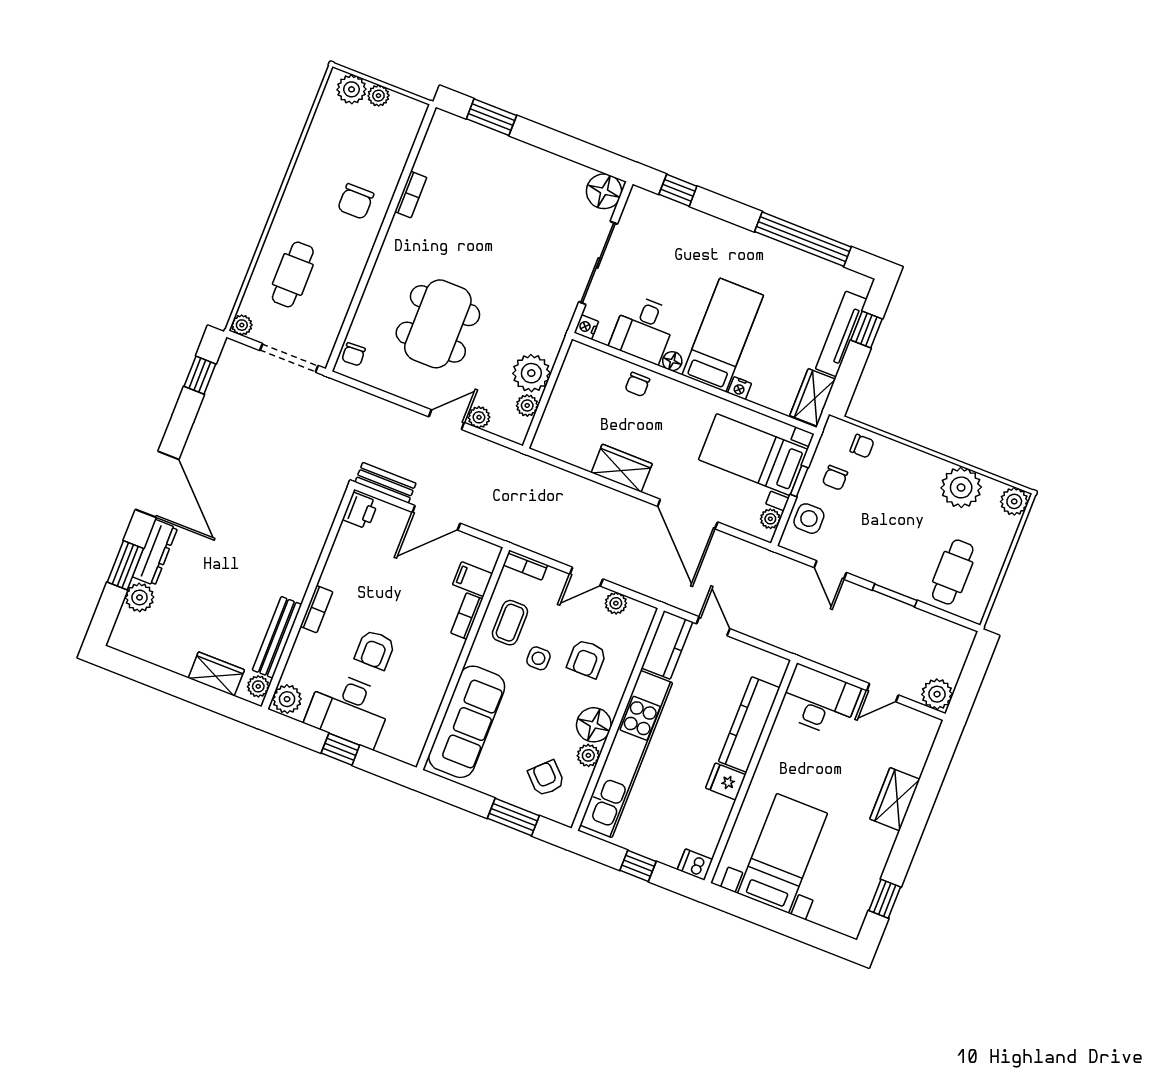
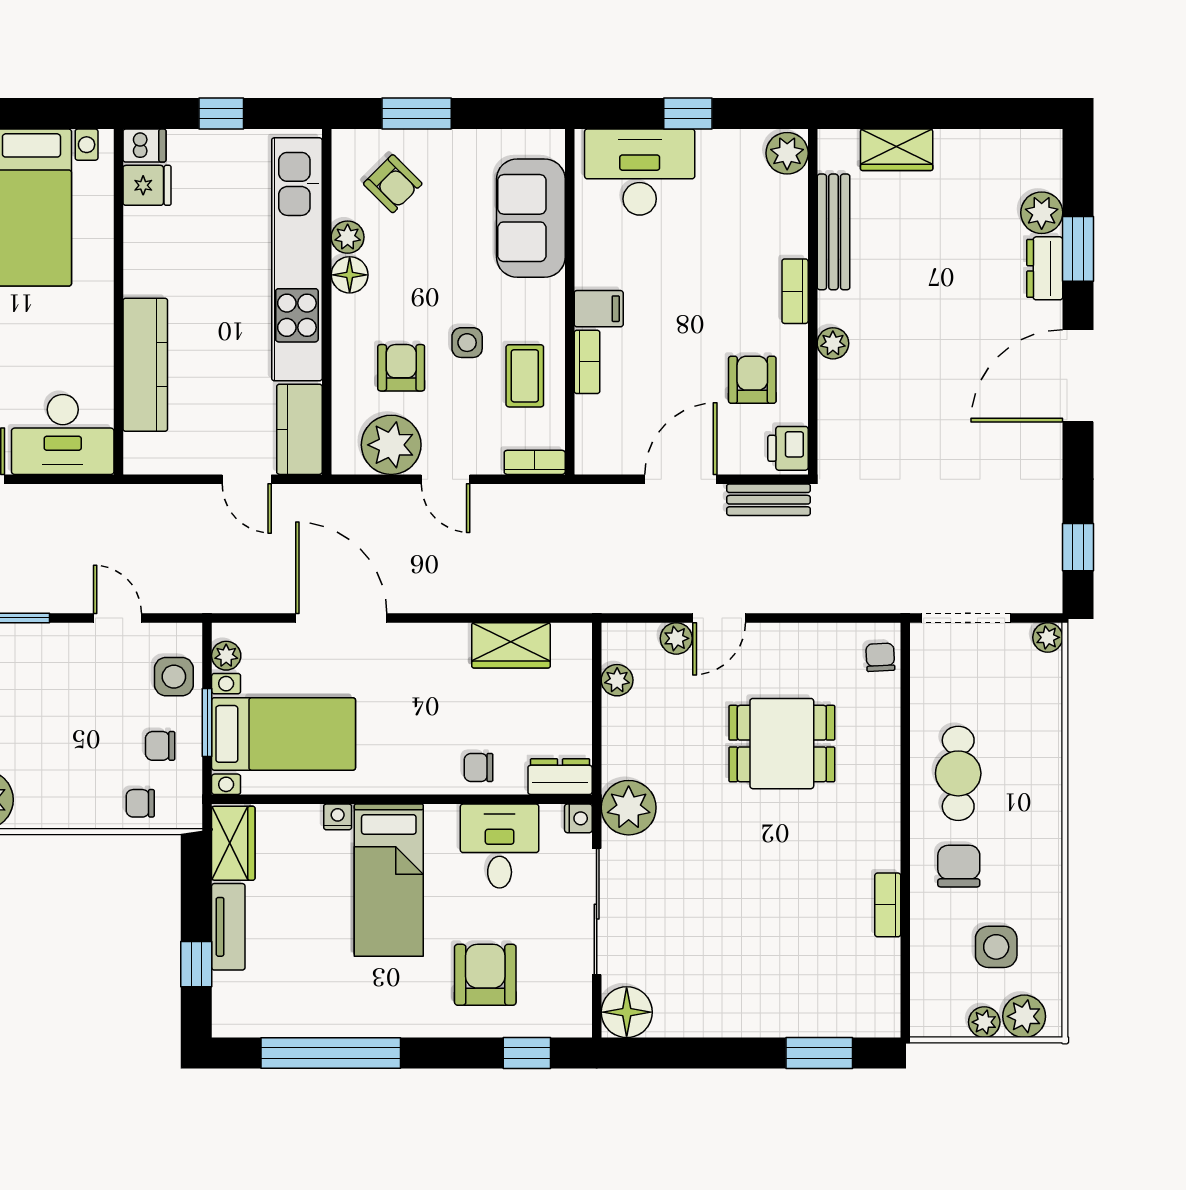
side table: (352, 141) -> (996, 947), added
armchair: (685, 251) -> (485, 975), added
cafe table: (293, 274) -> (958, 773), moved
dining table: (438, 324) -> (782, 744), width x0.73
tv unit: (841, 334) -> (228, 927), width x0.71
dresser: (588, 358) -> (560, 777), added
floor lamp: (672, 361) -> (444, 818), removed
plant: (531, 373) -> (629, 808), moved
chair: (637, 384) -> (478, 767), turned -90
wardrobe: (622, 468) -> (511, 645), moved
chair: (835, 478) -> (160, 746), turned -90
window: (799, 481) -> (207, 722), width x1.50
door: (157, 484) -> (1078, 376), hinge flipped
dresser: (155, 552) -> (1045, 268), width x0.70
door: (586, 577) -> (446, 479), swing flipped
filing cabinet: (473, 579) -> (599, 309), moved
plant: (616, 603) -> (391, 445), width x1.87, depth x1.87
armchair: (375, 650) -> (752, 380), moved
plant: (258, 686) -> (833, 343), moved
desk: (349, 709) -> (640, 172), moved
sofa: (467, 722) -> (531, 218), width x0.73
floor lamp: (594, 725) -> (350, 275), width x0.73, depth x0.73
fridge: (726, 781) -> (147, 185), moved

